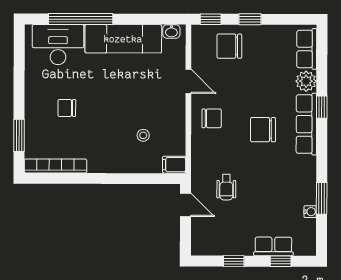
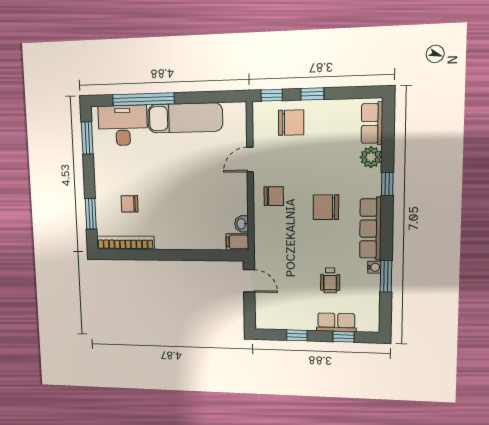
washbasin: (171, 31) -> (242, 224), moved, turned 90
chair: (229, 46) -> (291, 123), turned 180
window: (19, 57) -> (87, 138), added
door: (188, 81) -> (250, 159), swing flipped
chair: (67, 108) -> (130, 204), moved
row of seats: (306, 124) -> (370, 229), moved
stool: (143, 135) -> (207, 213), removed
wheelchair: (226, 187) -> (330, 280), moved
water cooler: (310, 212) -> (374, 267), moved

